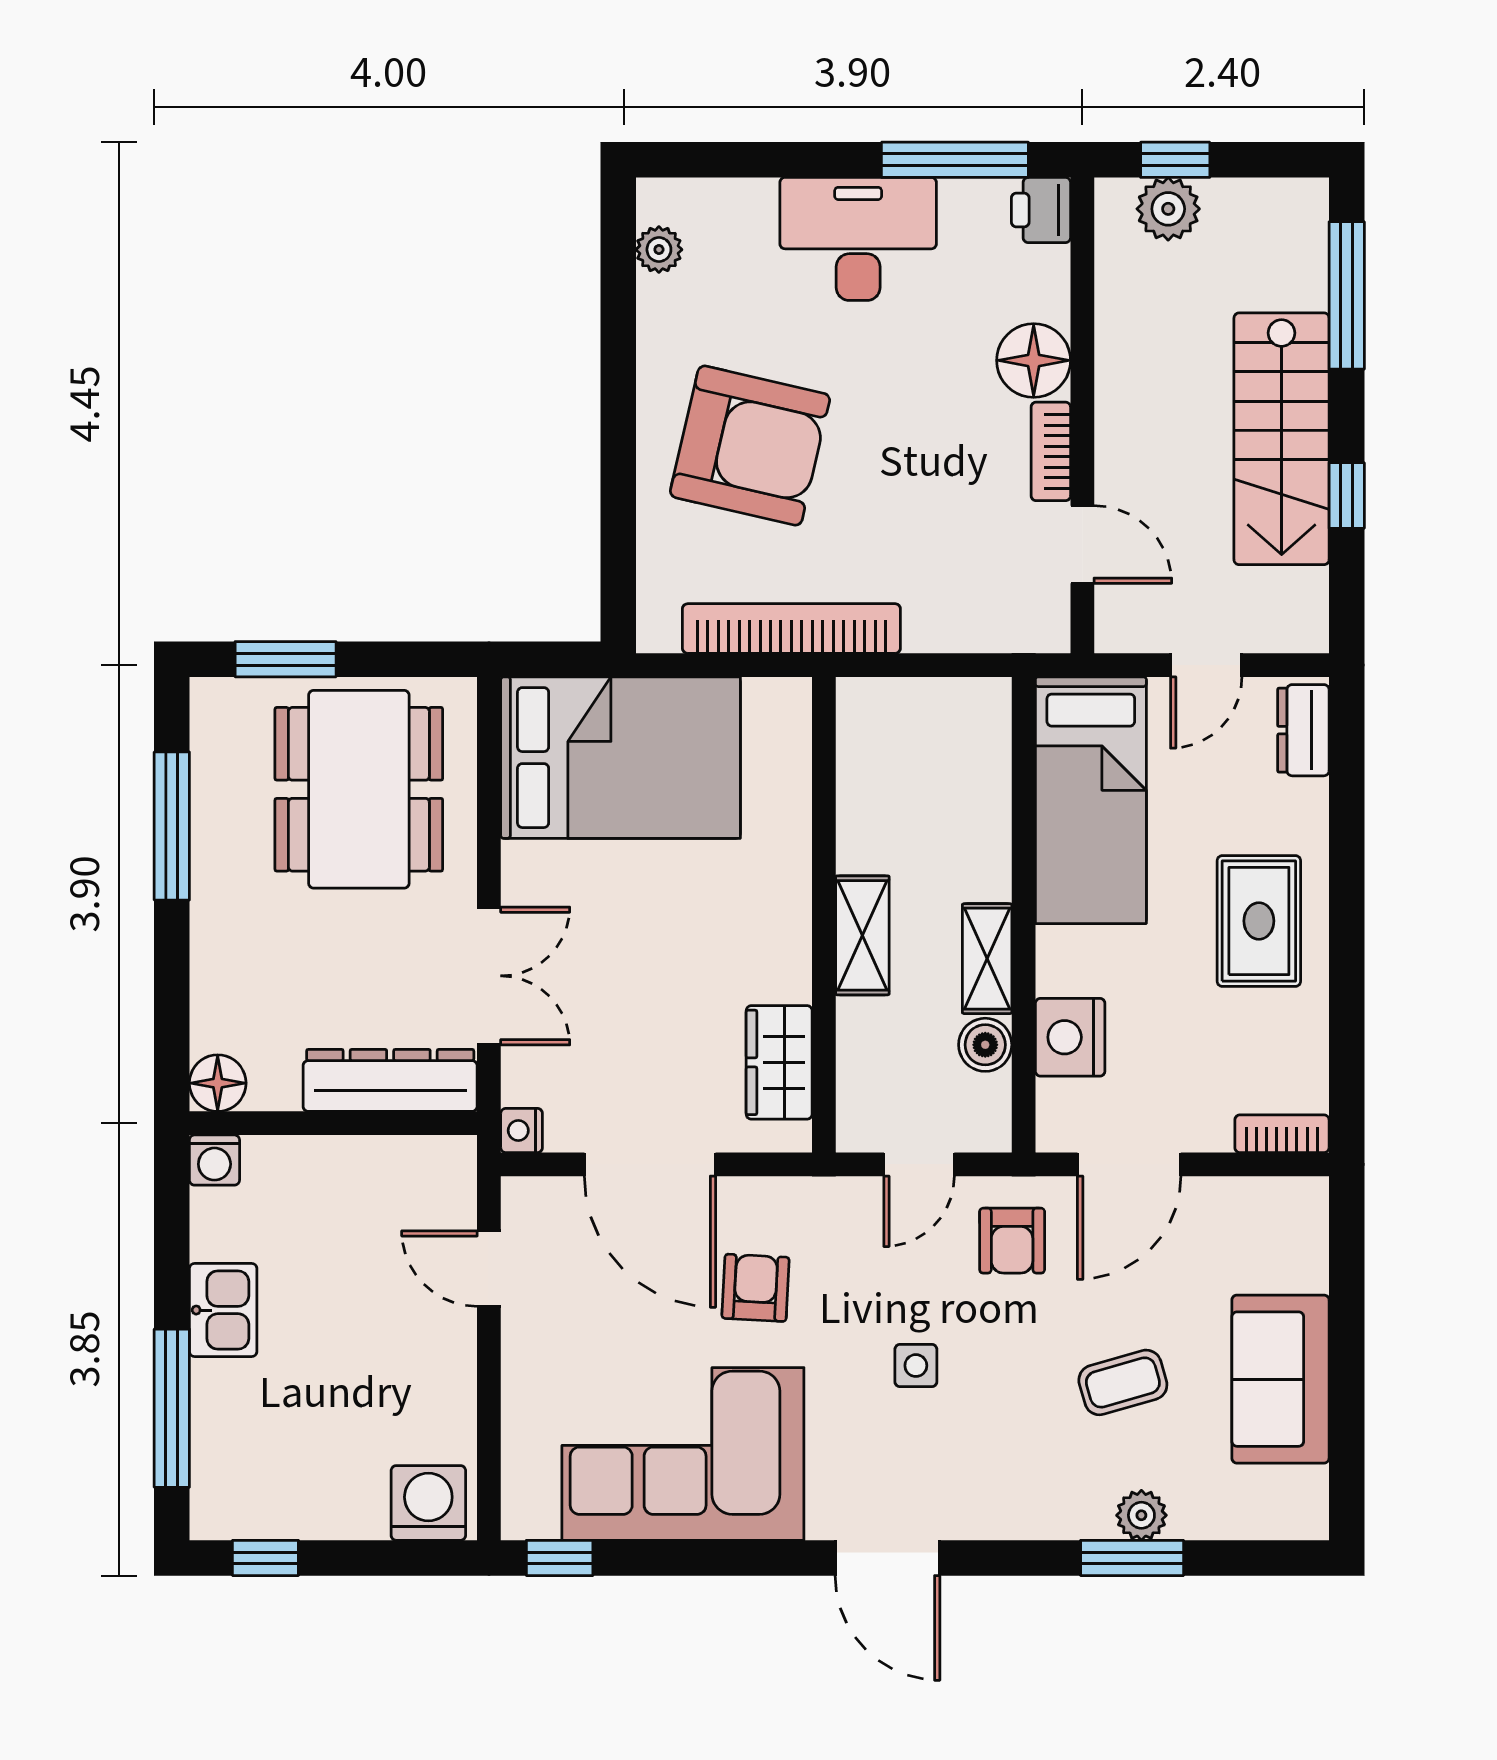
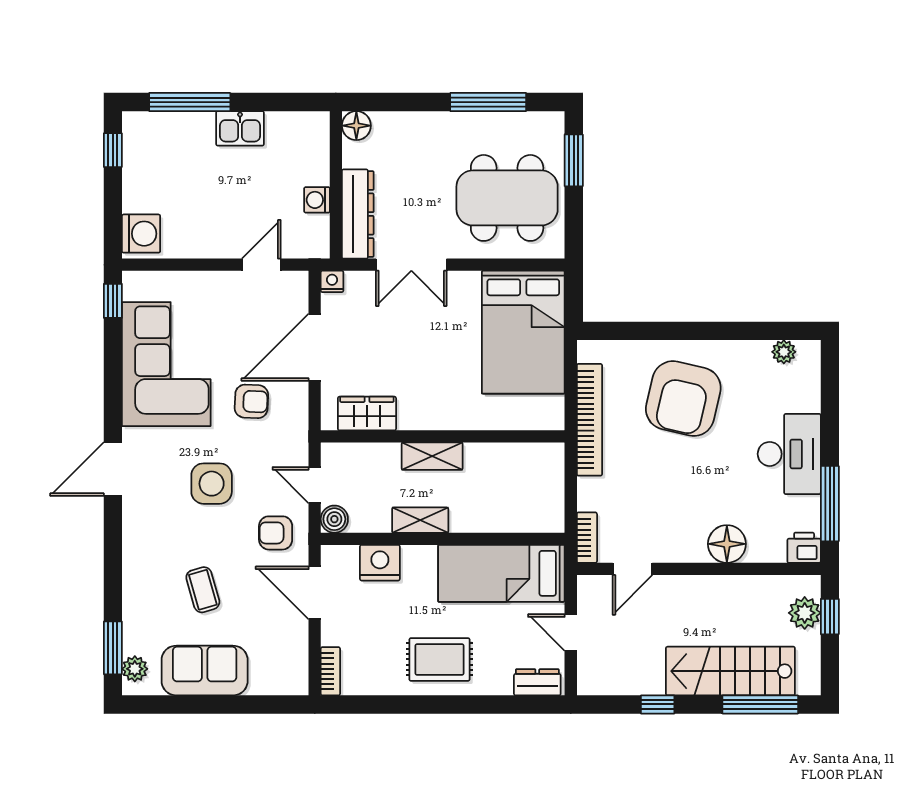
stairs: (1282, 439) -> (730, 671), moved
bookcase: (1051, 451) -> (587, 538), moved, turned 90
boiler: (985, 1045) -> (334, 519), moved
washing machine: (214, 1160) -> (317, 200), moved
side table: (916, 1366) -> (212, 484), width x1.87, depth x1.87
plant: (1141, 1515) -> (135, 669), moved
window: (1132, 1558) -> (113, 648), moved

